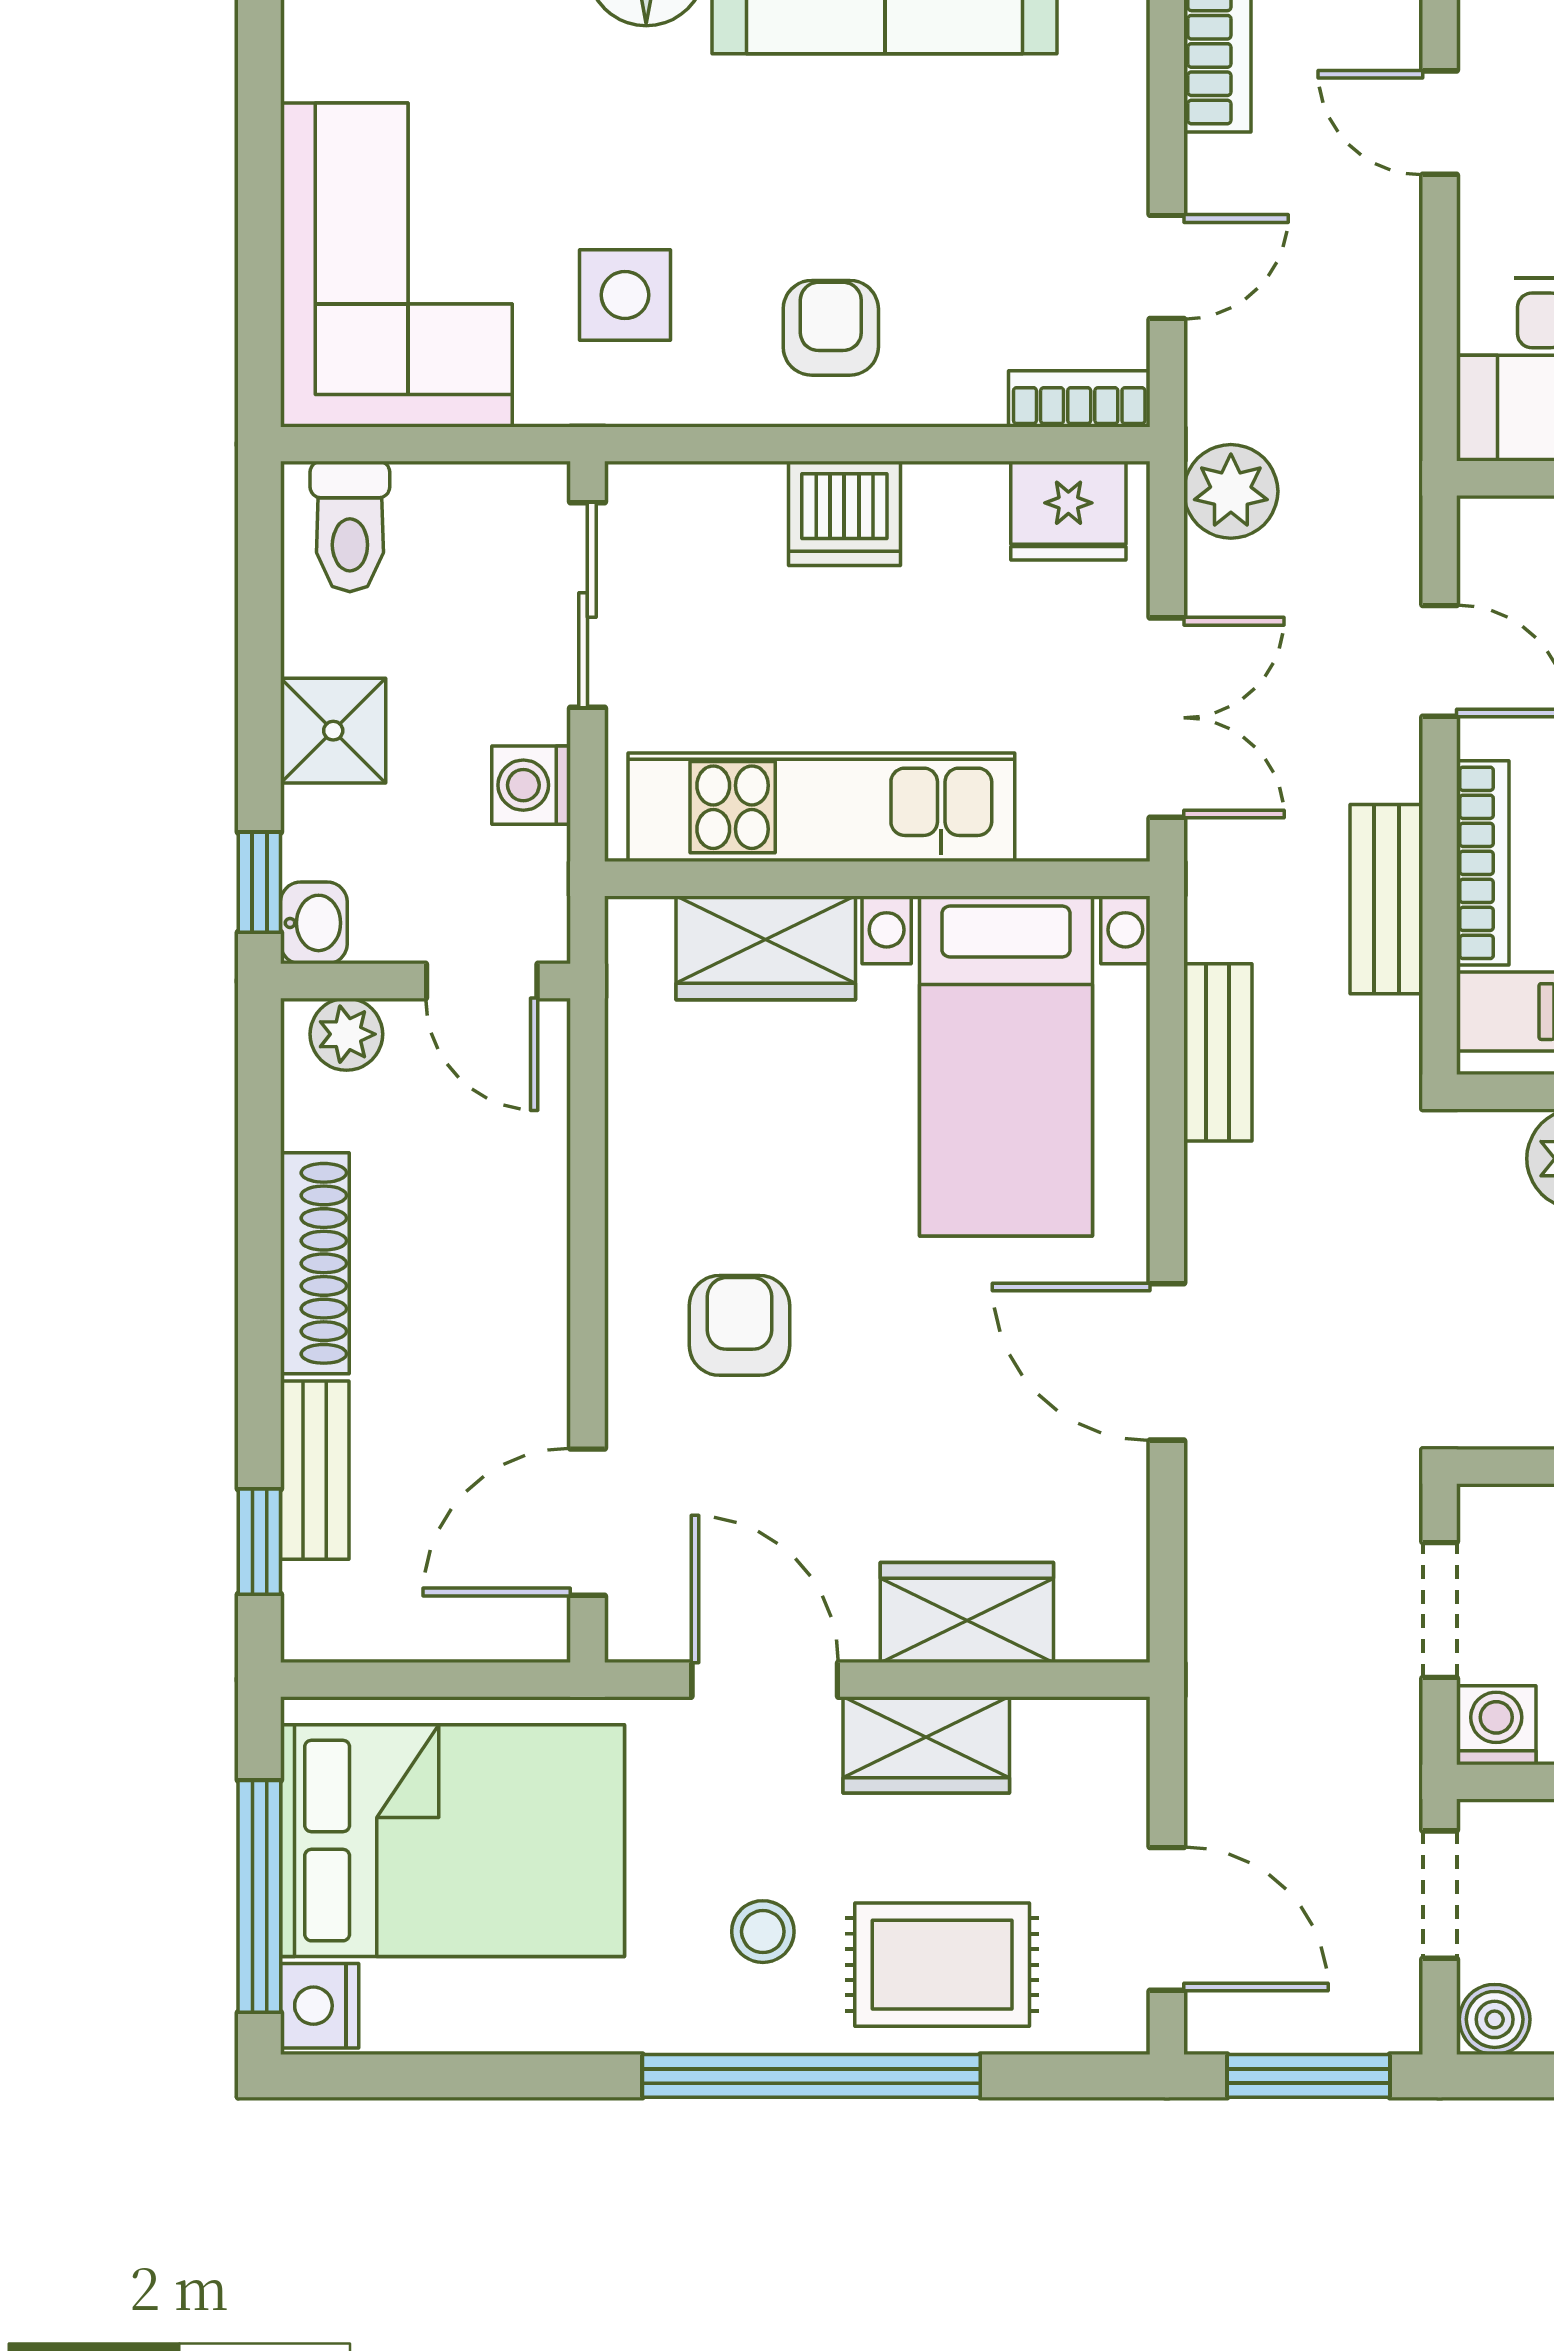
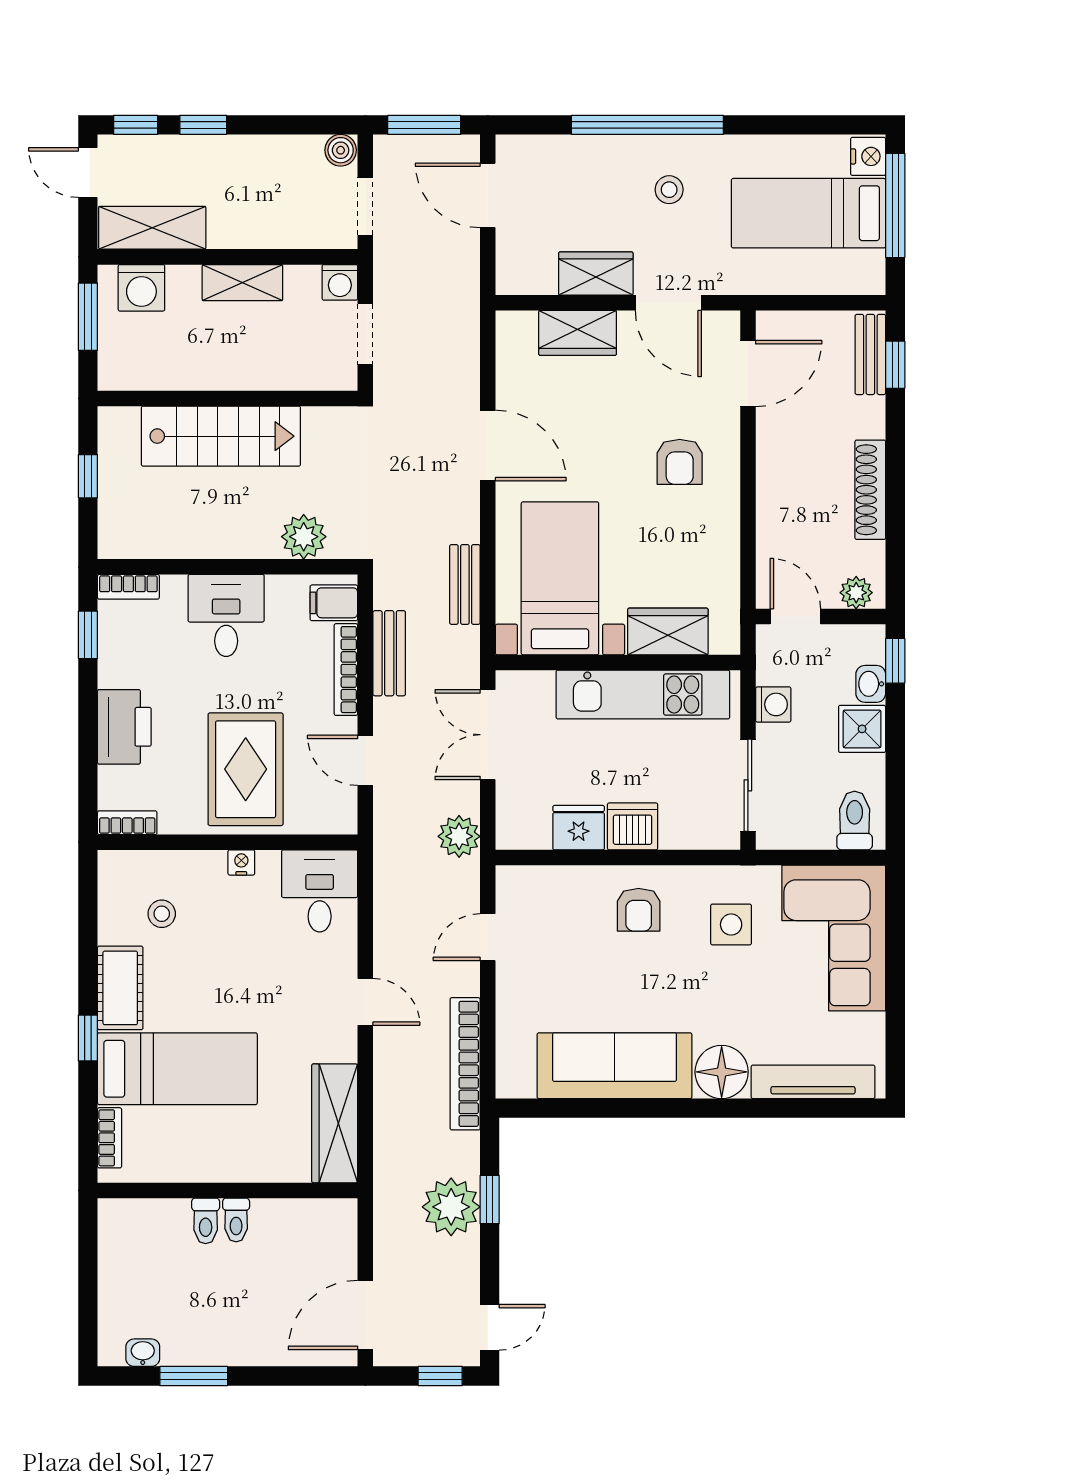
bookcase: (1079, 399) -> (527, 878), removed
fridge: (1068, 511) -> (579, 828), moved
washbasin: (314, 923) -> (871, 684), moved
bench: (315, 1470) -> (870, 354), moved
bed: (453, 1841) -> (808, 213), width x0.67
rug: (942, 1965) -> (589, 175), removed

